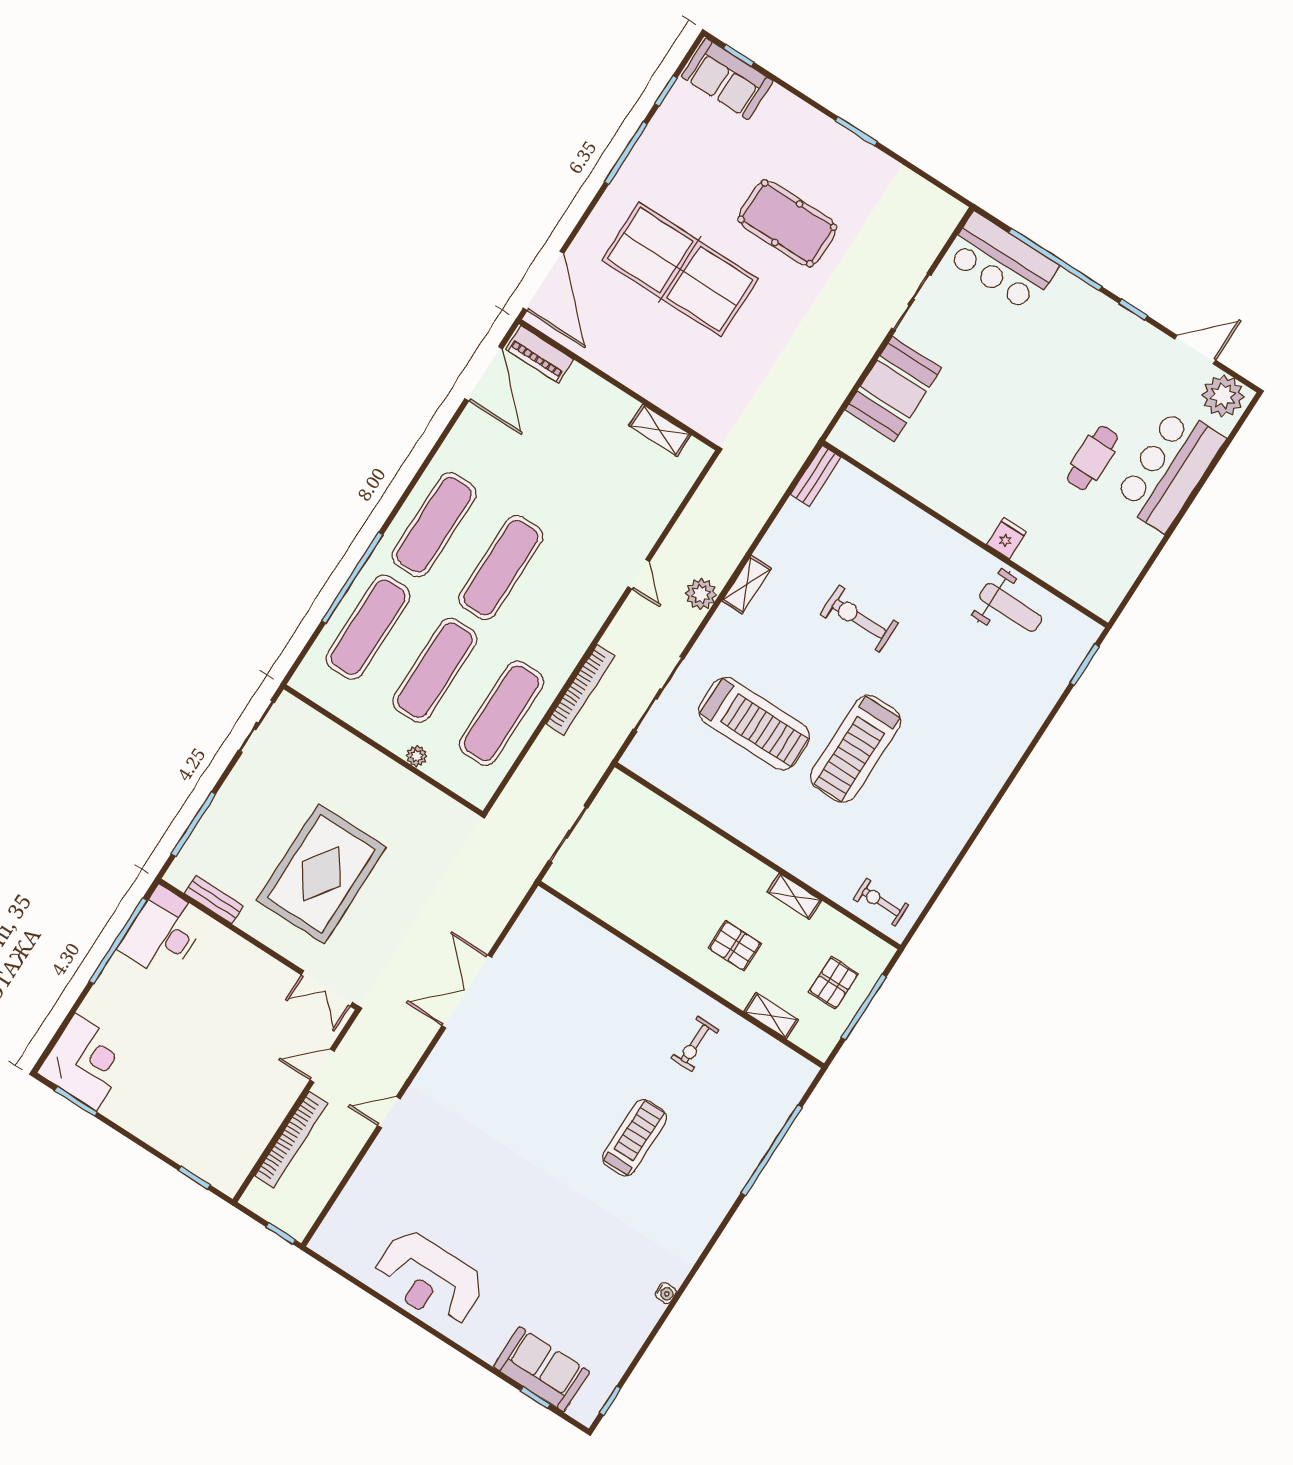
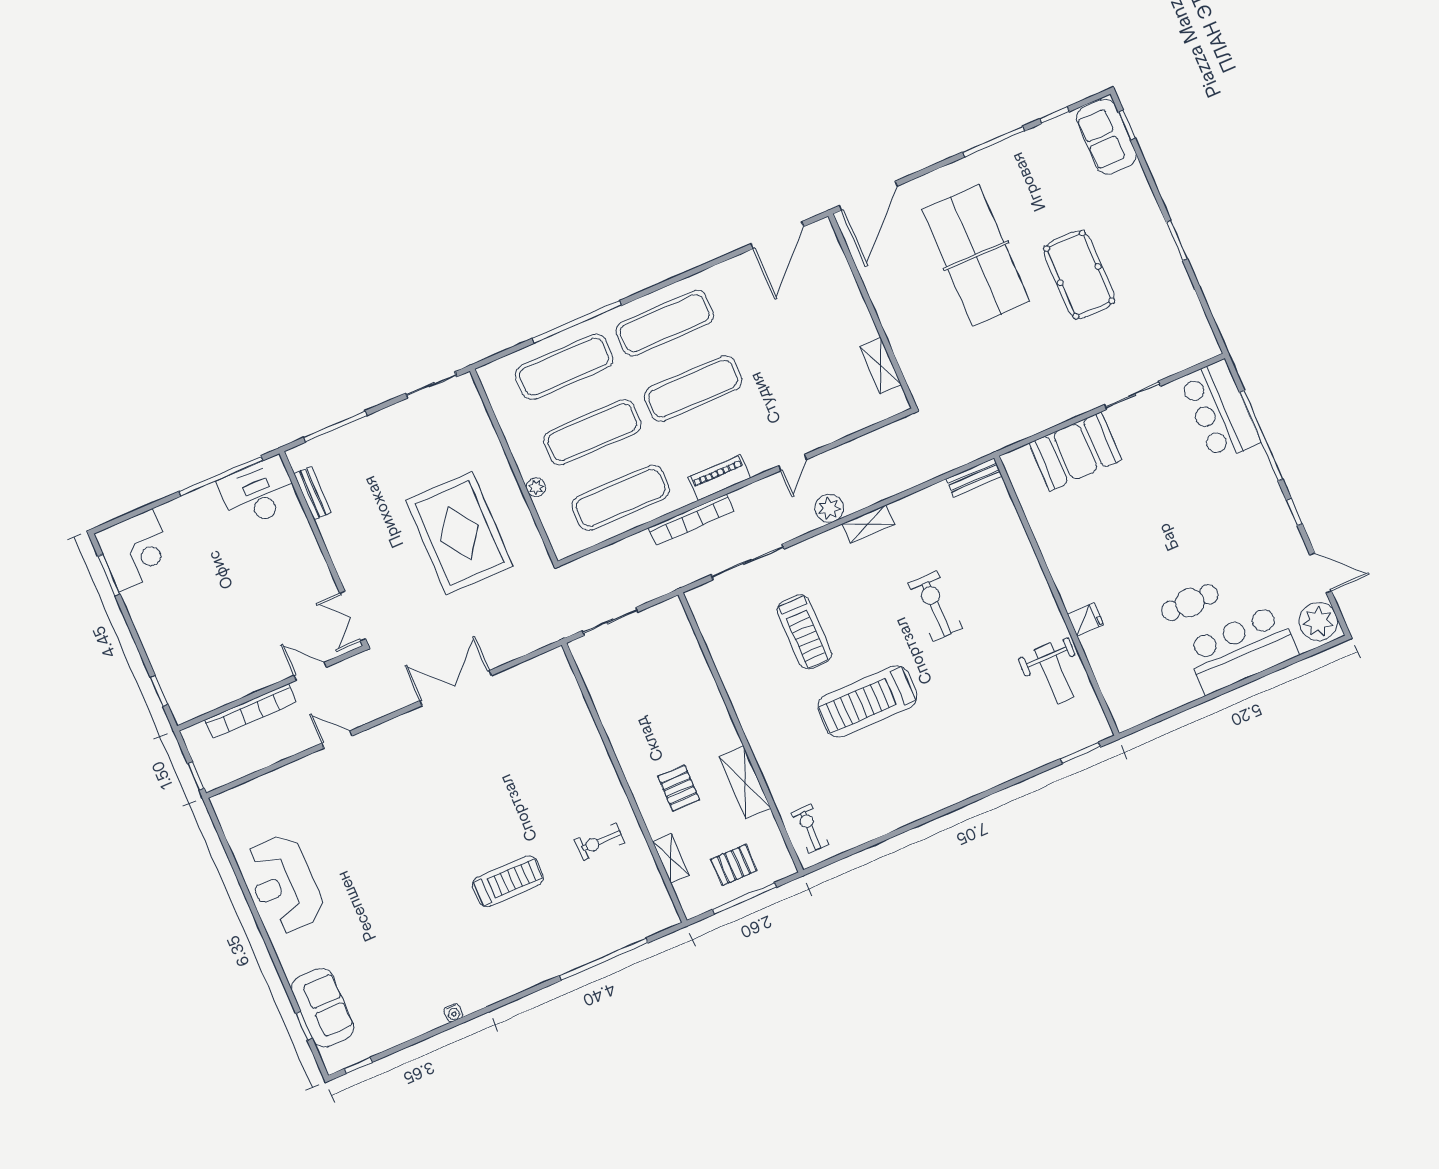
piano: (540, 354) -> (719, 478), moved, turned 90
treadmill: (754, 724) -> (804, 632), width x0.73, depth x0.73
rug: (321, 874) -> (459, 533), moved, turned 90
shelving: (794, 896) -> (745, 782), width x1.50, depth x1.33

